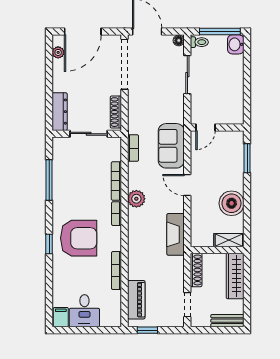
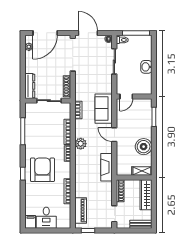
washbasin: (236, 44) -> (146, 67), moved
armchair: (79, 238) -> (42, 170), turned -90

